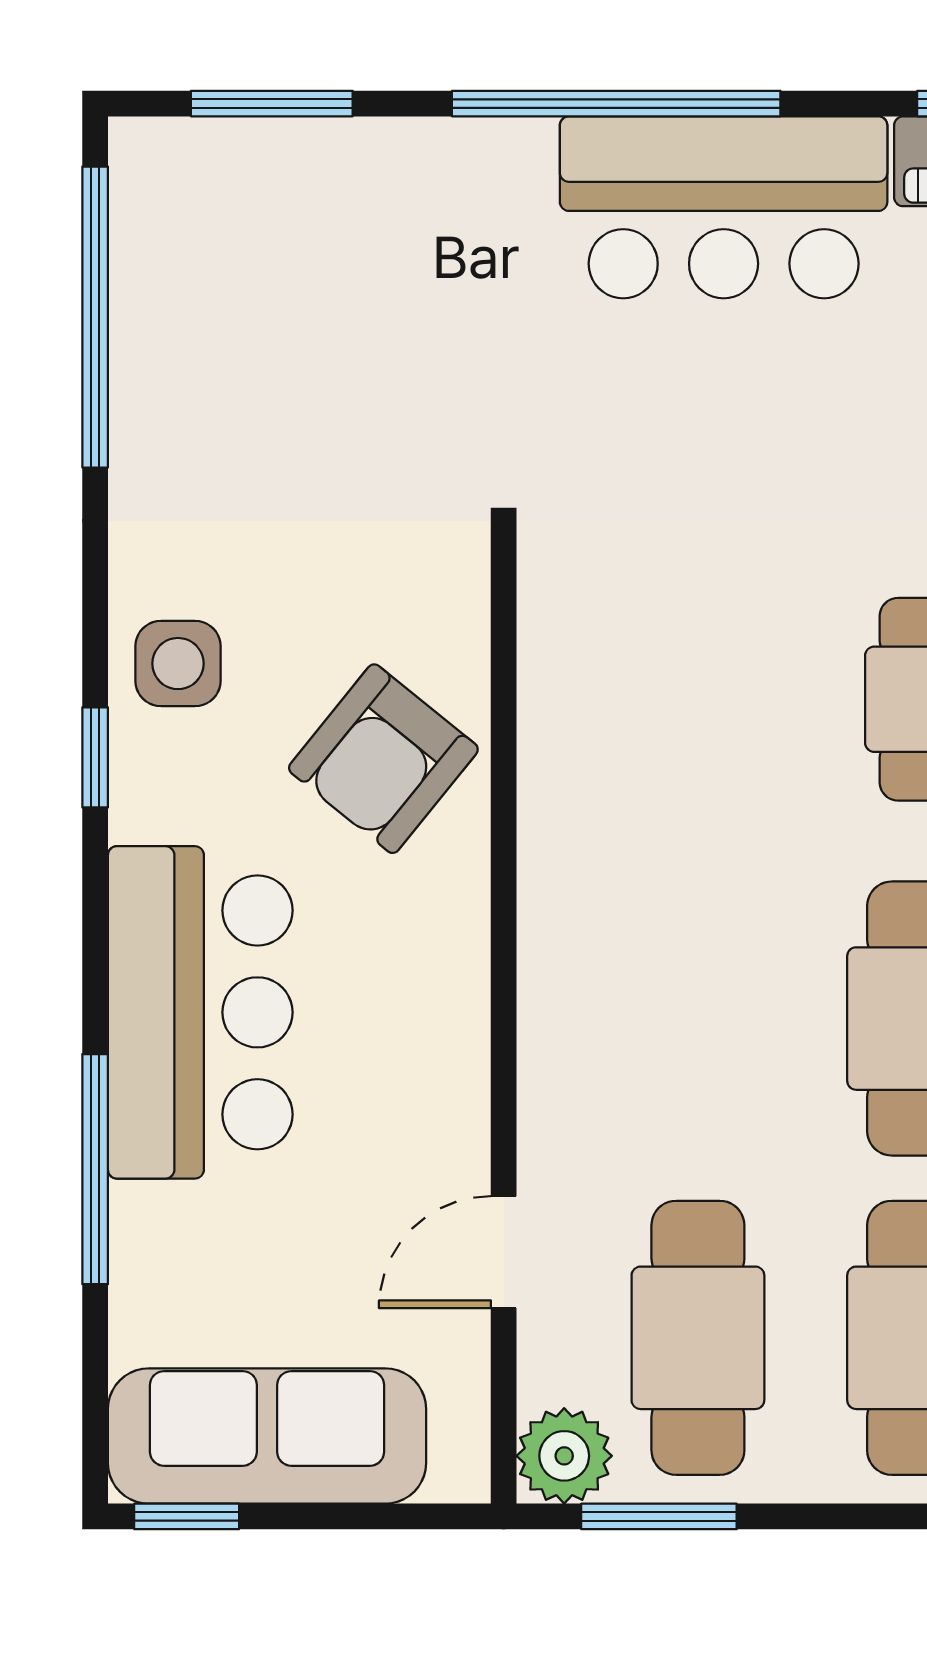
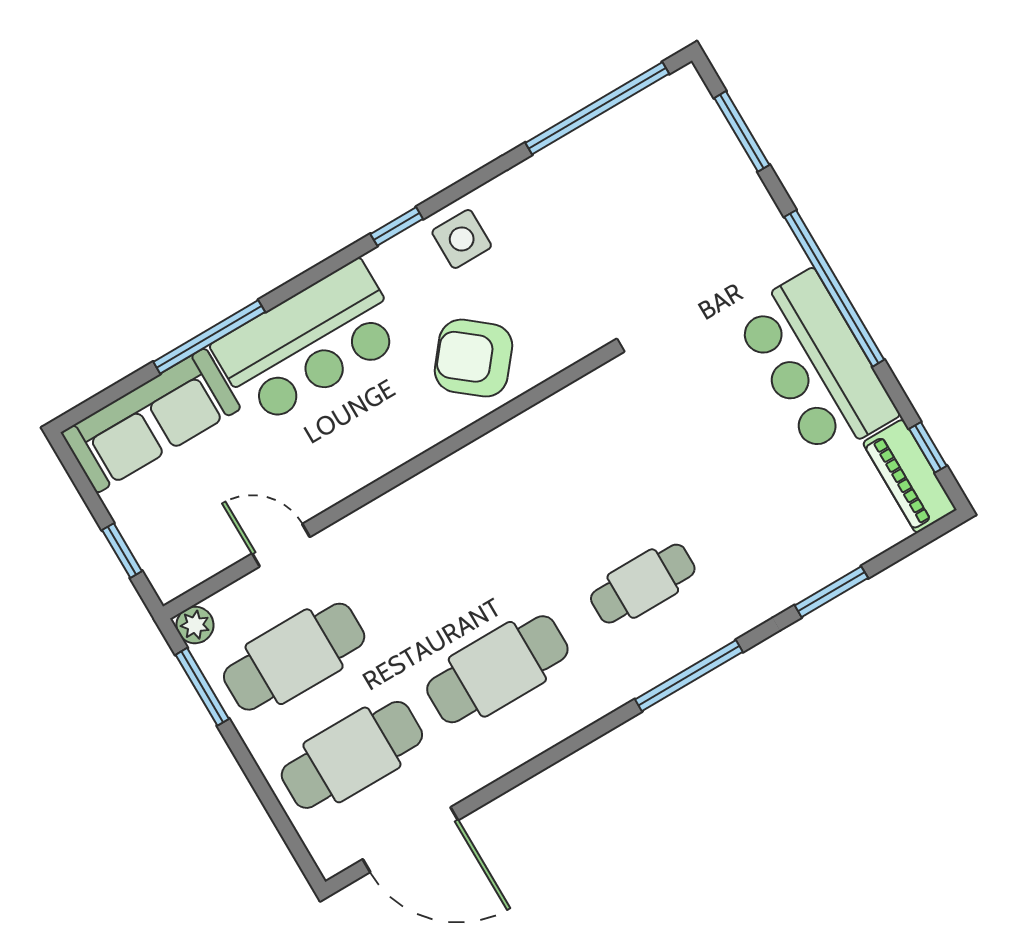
sofa: (267, 1436) -> (151, 421), moved, turned 90
plant: (564, 1456) -> (195, 625), width x0.73, depth x0.73
window: (187, 1516) -> (122, 551), moved

